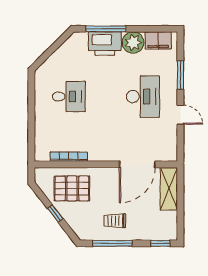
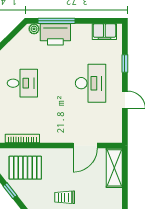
plant: (133, 43) -> (34, 29), moved, width x0.53, depth x0.53
window: (180, 75) -> (125, 63), width x0.67
door: (137, 164) -> (85, 145), width x0.73

